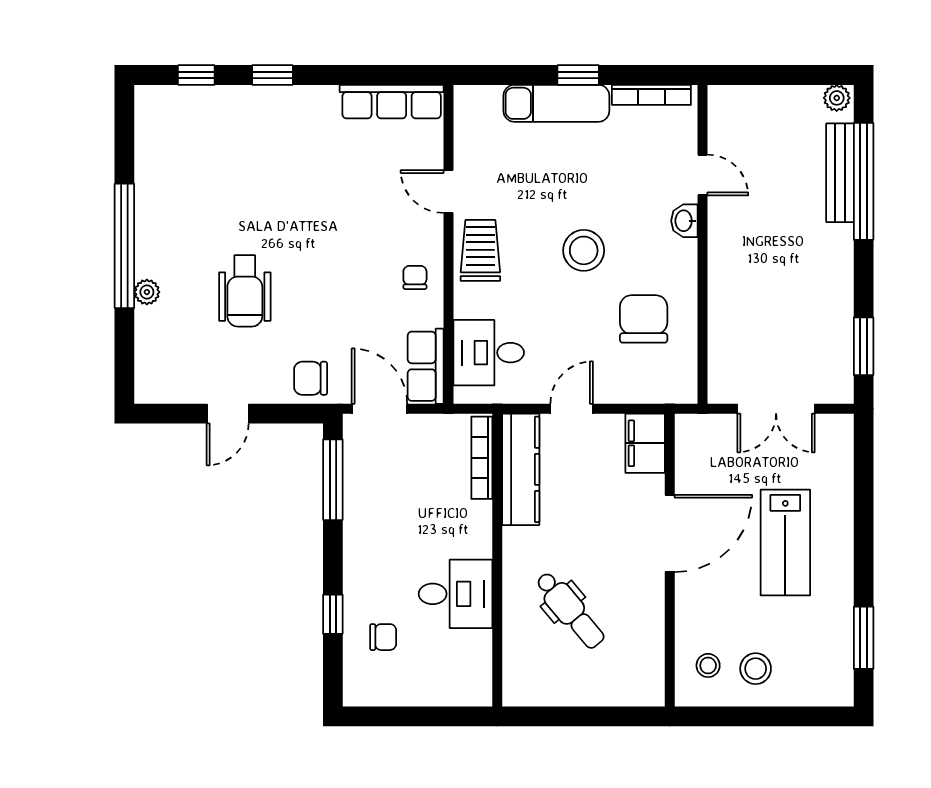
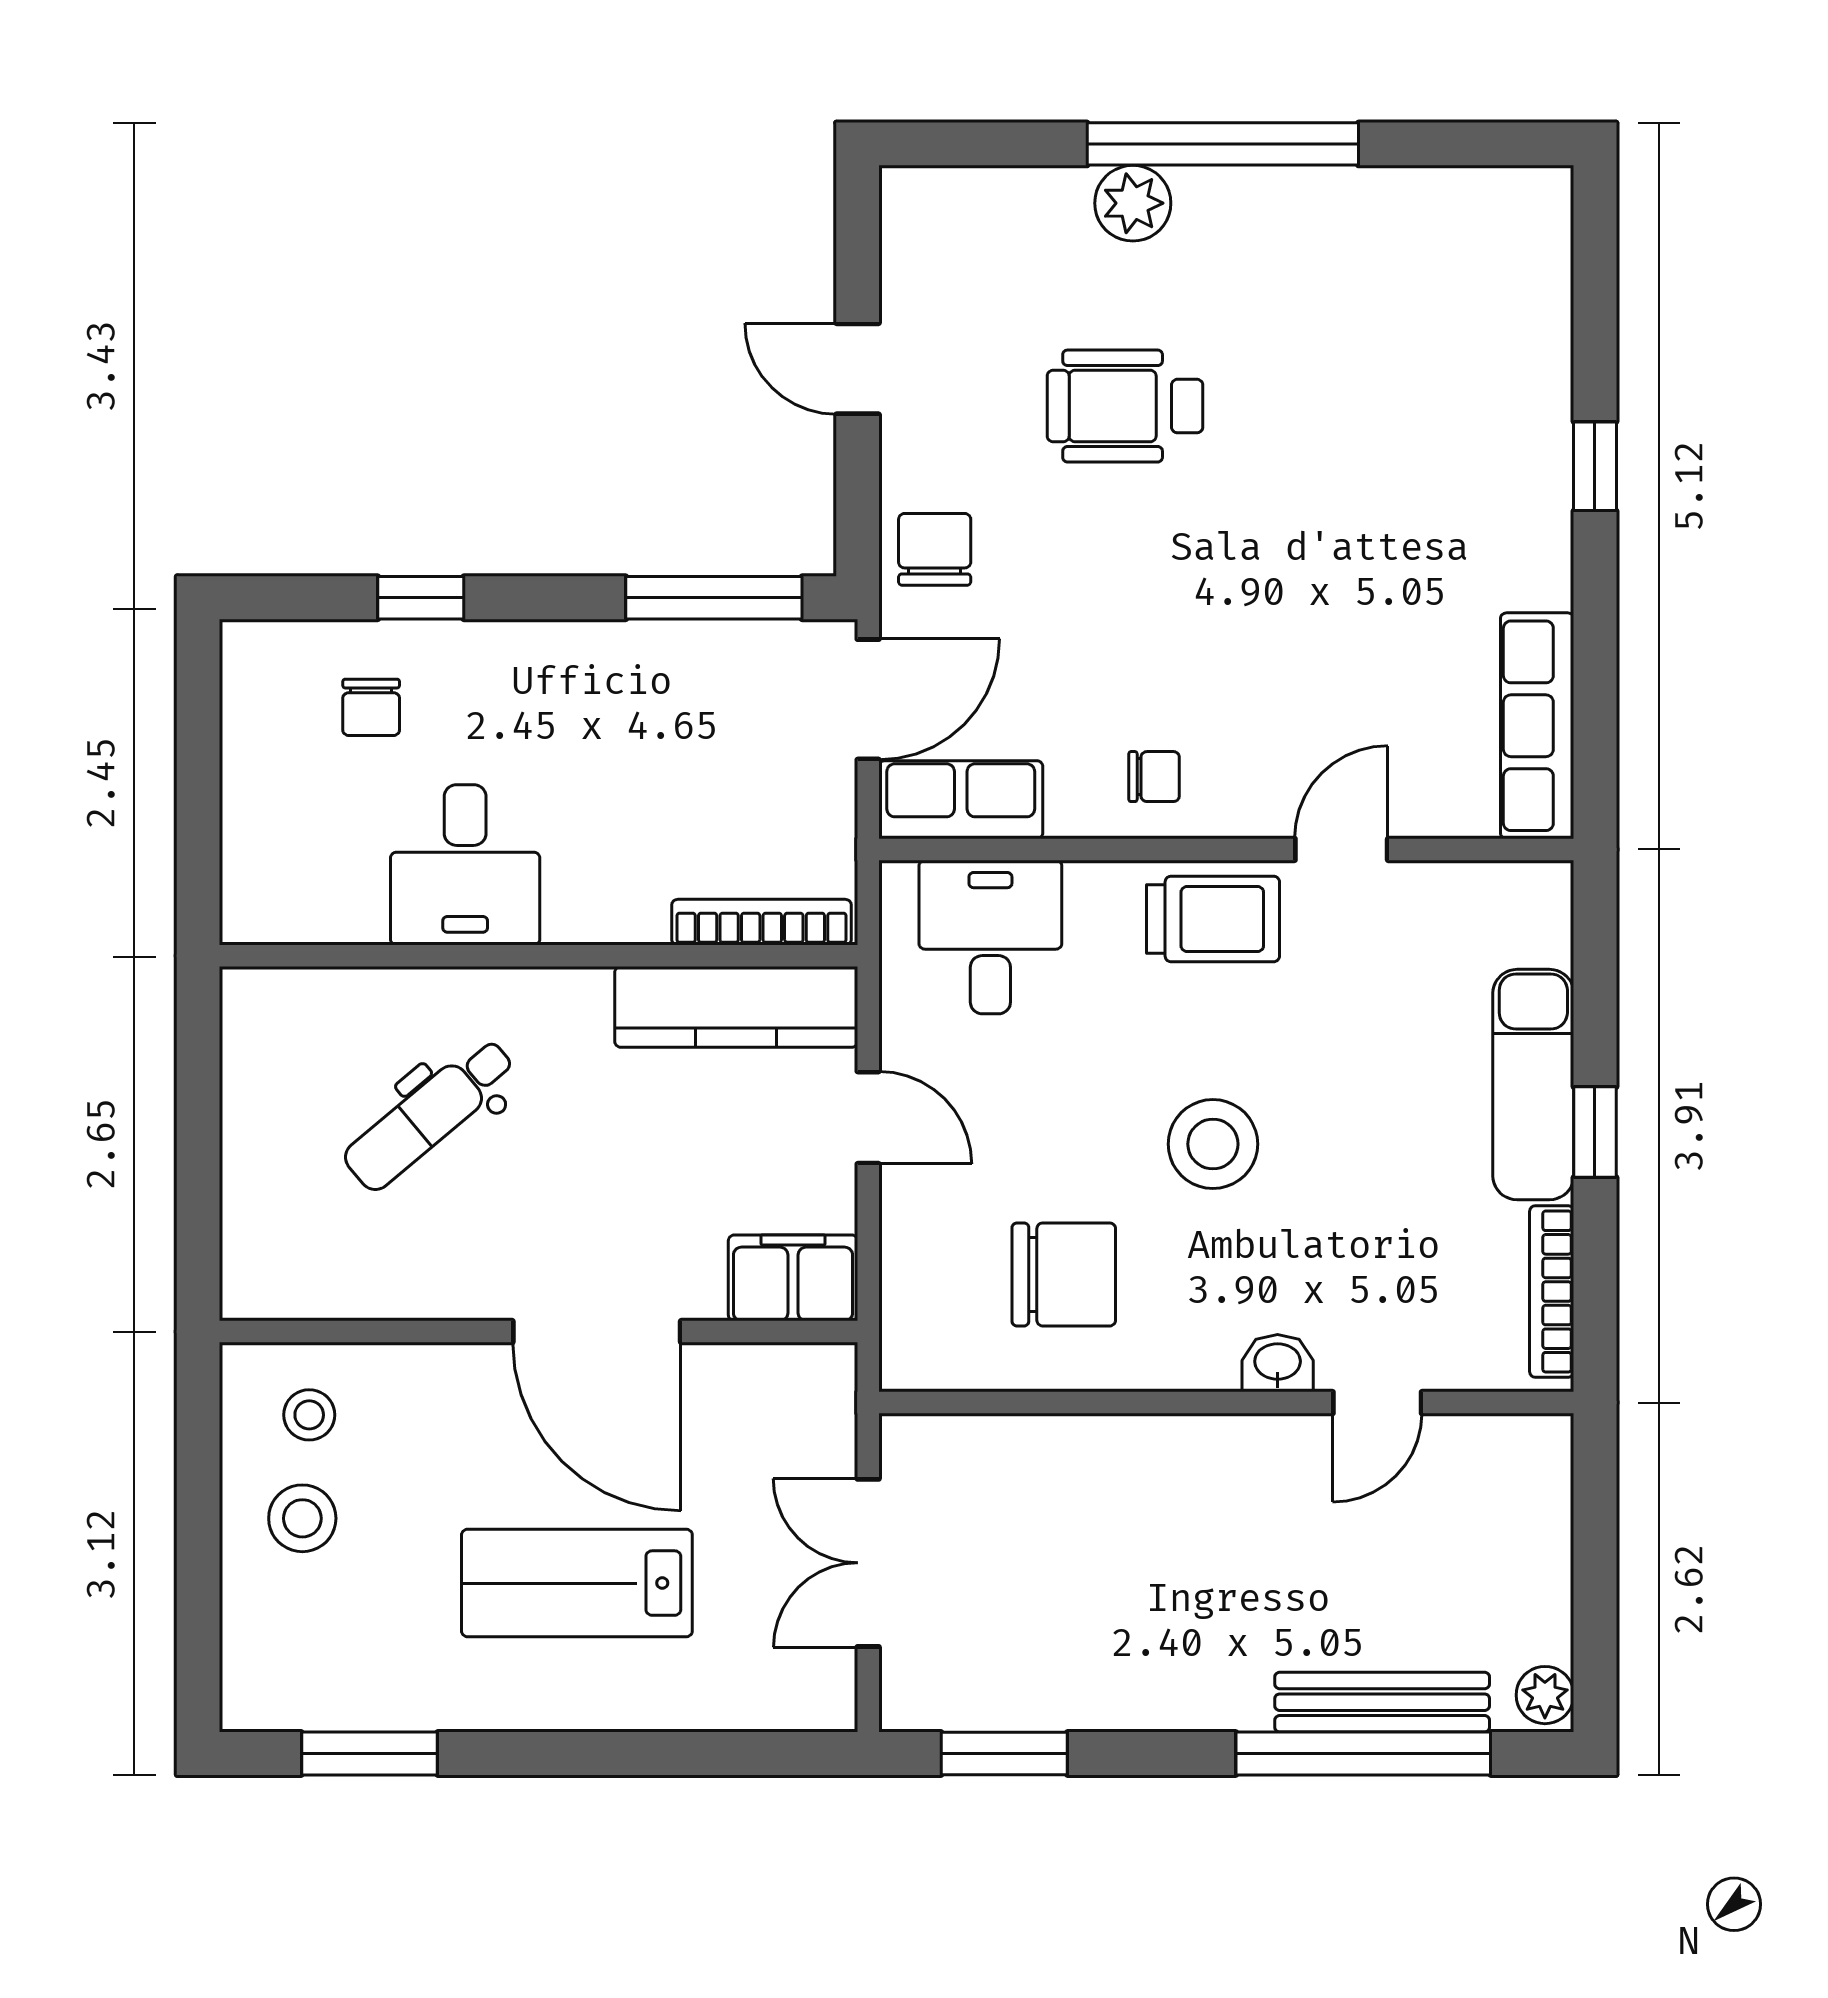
window: (196, 75) -> (1595, 300), removed
plant: (147, 292) -> (1133, 203), width x1.38, depth x1.38

